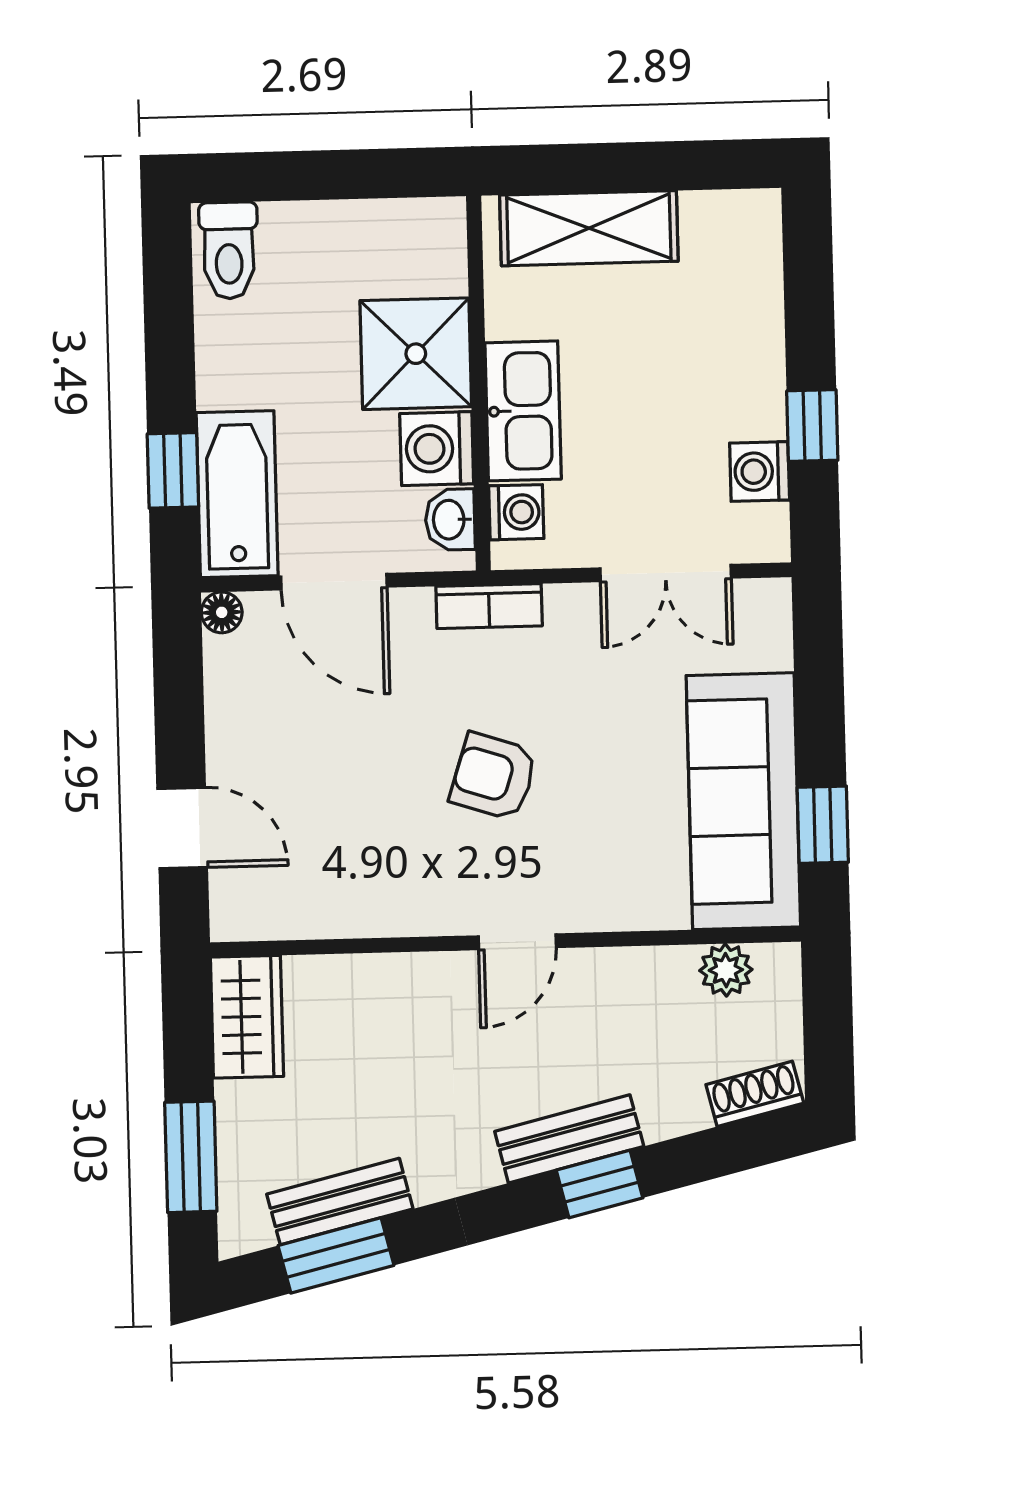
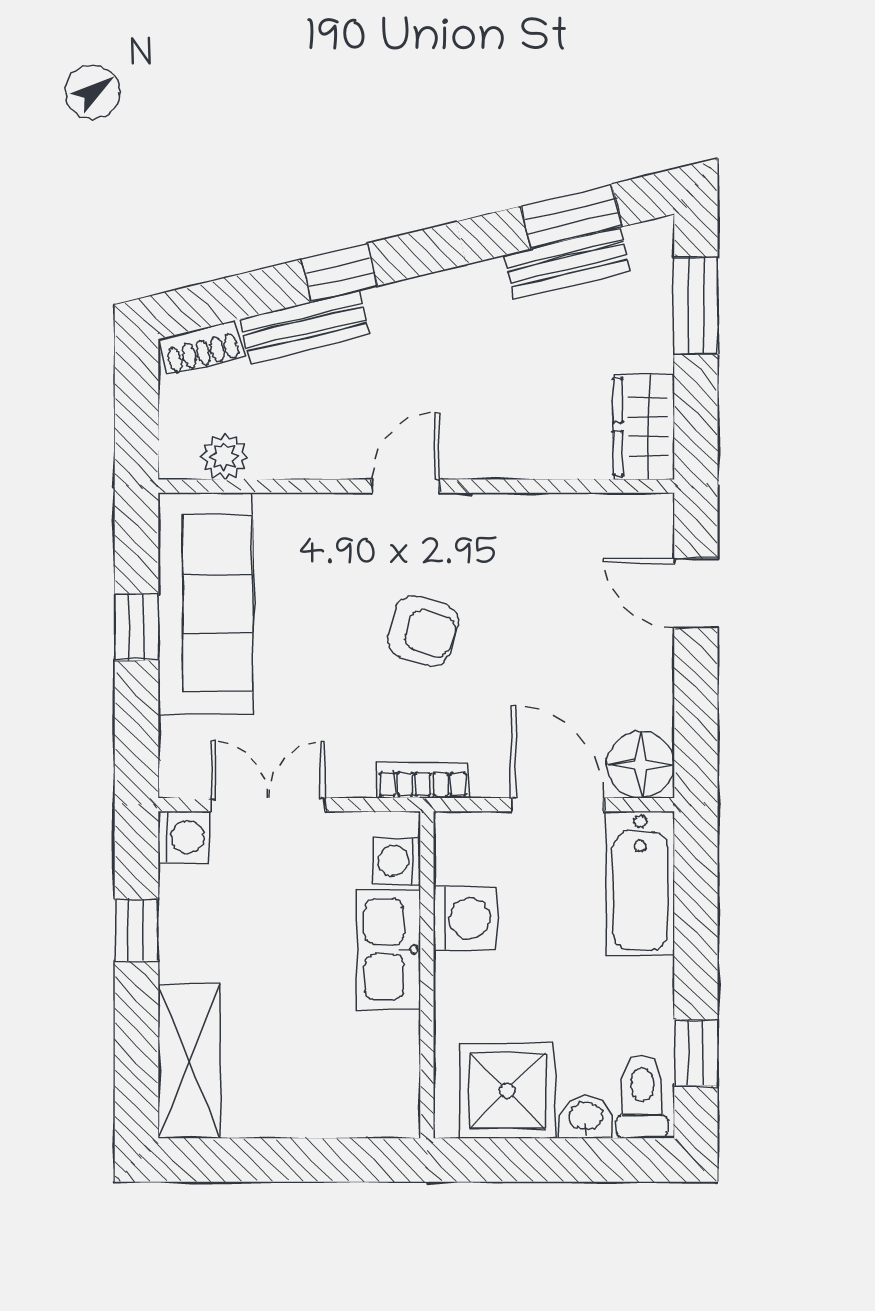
shelving: (589, 228) -> (189, 1061), moved, turned 90
shower: (416, 354) -> (507, 1091), moved
window: (173, 470) -> (696, 1053), moved
washing machine: (760, 472) -> (184, 837), moved
washbasin: (450, 520) -> (586, 1117), moved, turned -90
floor lamp: (222, 612) -> (641, 765), width x1.89, depth x1.89
window: (823, 825) -> (136, 627), moved
bench: (569, 1139) -> (305, 327), moved

